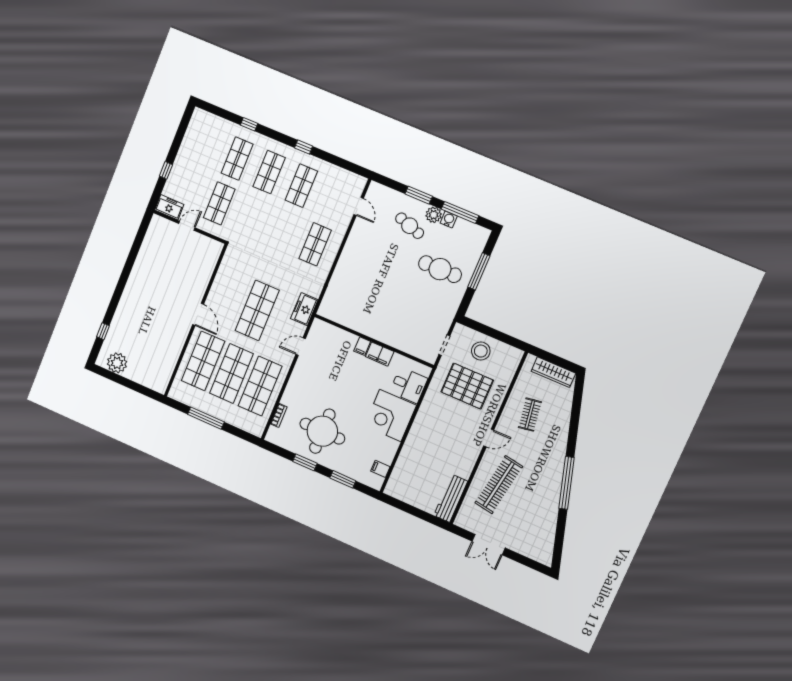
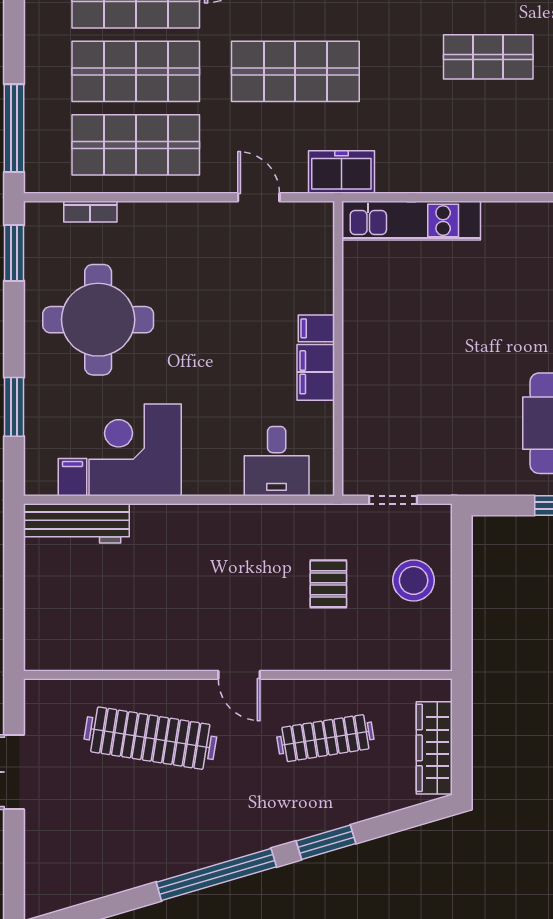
shop shelf: (315, 244) -> (488, 57), moved
kitchen unit: (335, 290) -> (411, 221), added
pallet: (467, 386) -> (328, 584), width x0.49, depth x0.50
corner desk: (390, 415) -> (135, 450), moved
clothes rail: (530, 415) -> (325, 738), width x1.36
window: (206, 418) -> (14, 128), moved
window: (573, 433) -> (326, 842), added
window: (305, 462) -> (14, 253), moved
workbench: (451, 498) -> (76, 523), moved, turned 180

